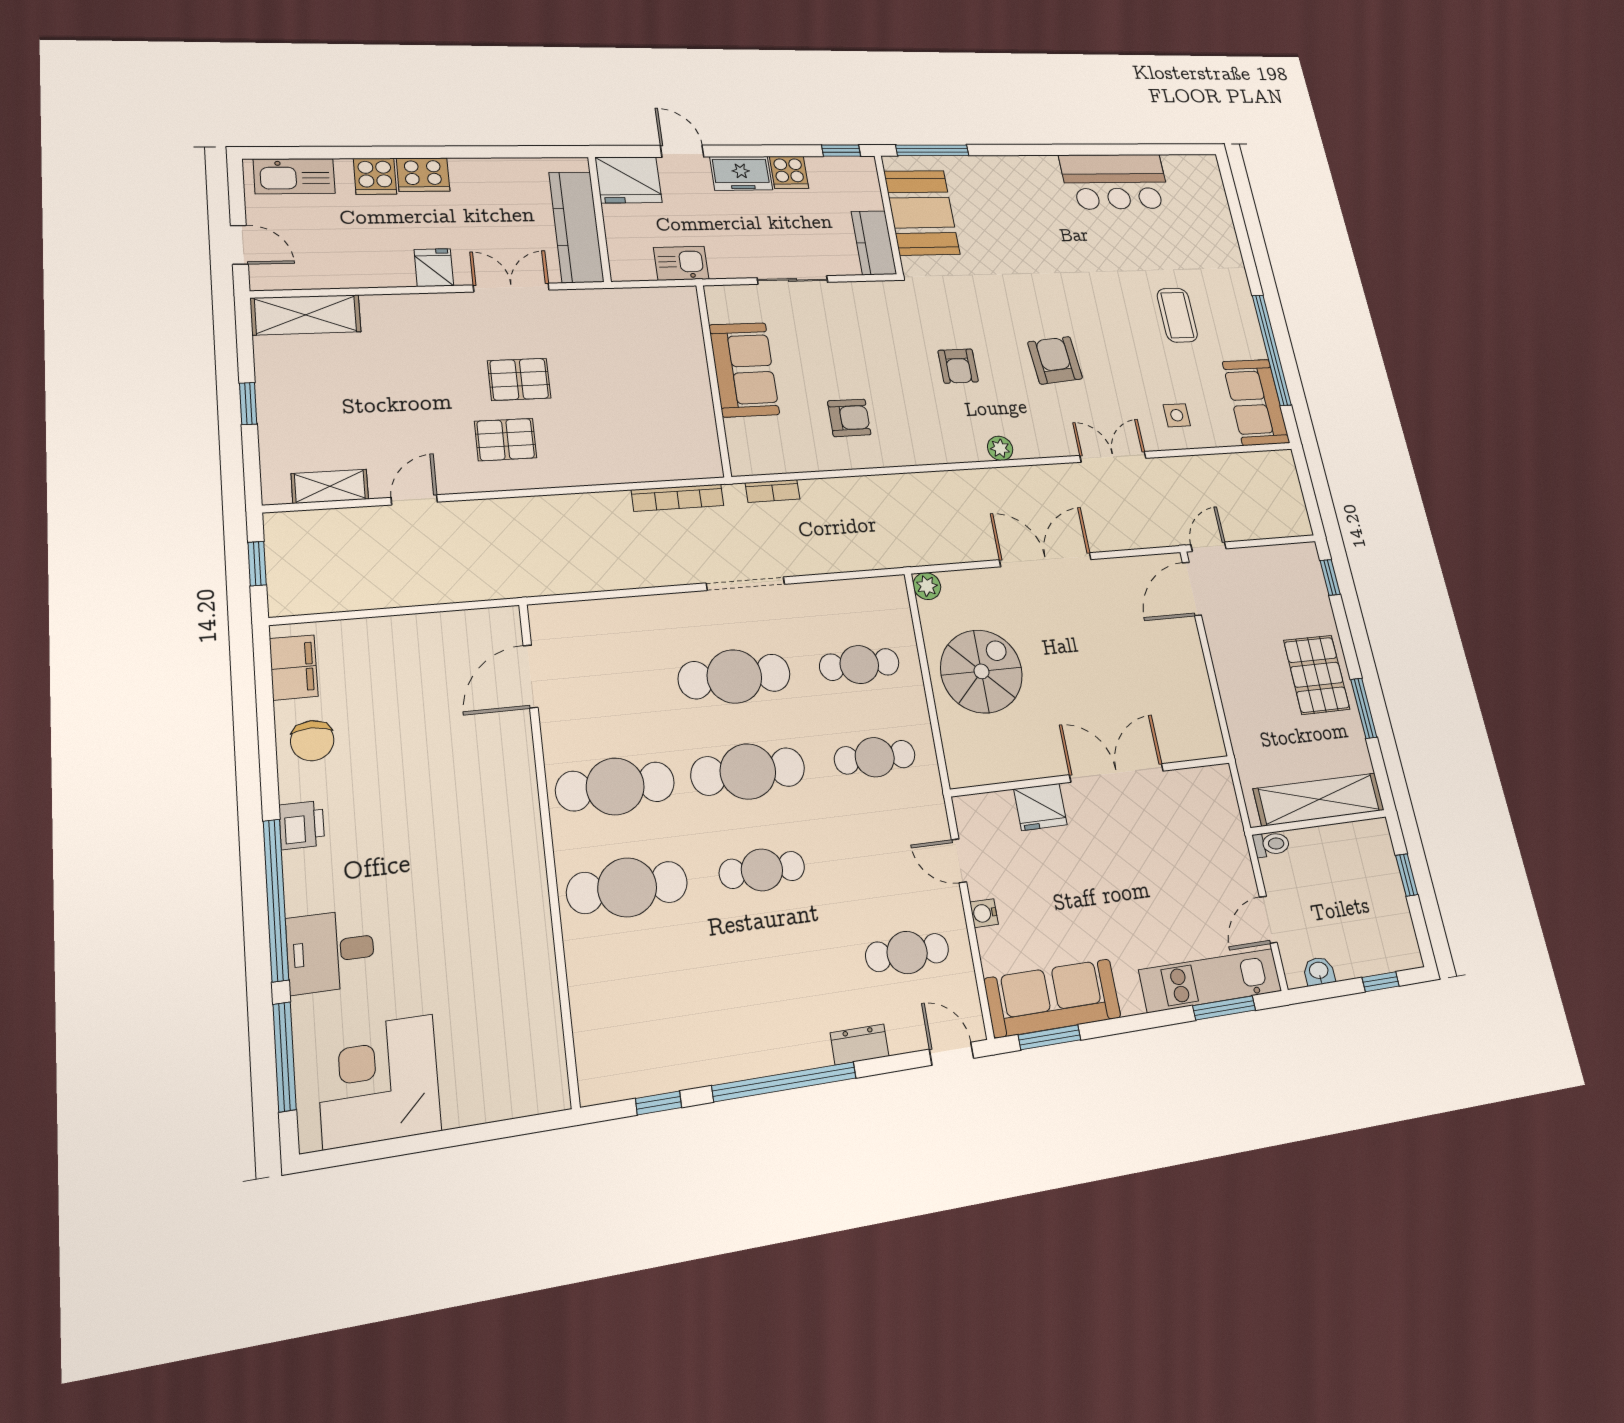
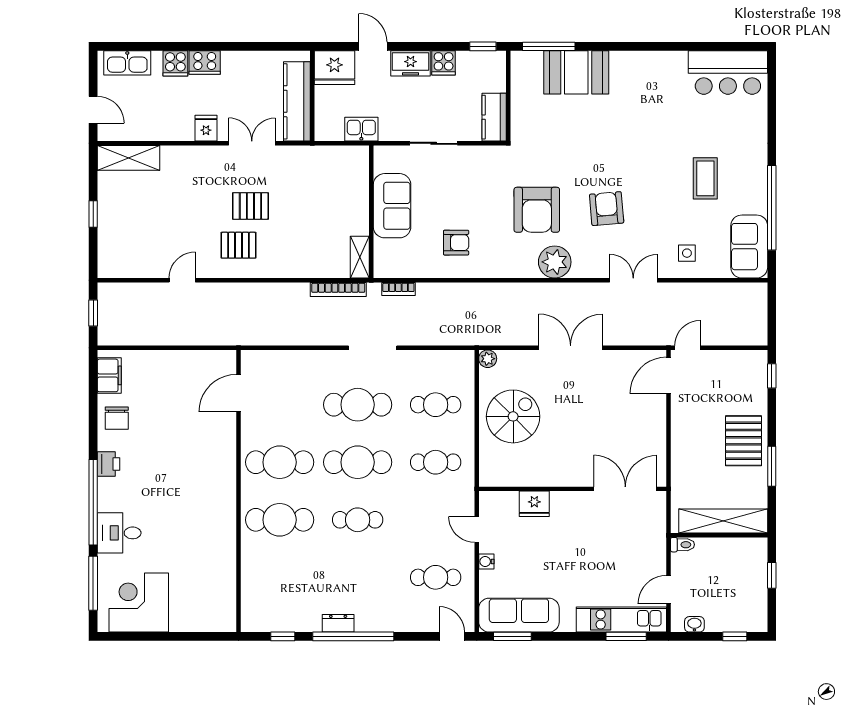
bar counter: (1115, 182) -> (728, 72), moved
booth: (922, 213) -> (576, 72), moved, turned 90
armchair: (958, 366) -> (537, 210), width x1.88, depth x1.88
plant: (1000, 448) -> (555, 262), width x1.87, depth x1.87
shelving: (330, 486) -> (360, 257), moved, turned 90
double door: (1117, 773) -> (625, 489), moved
dresser: (860, 1044) -> (338, 623), moved

